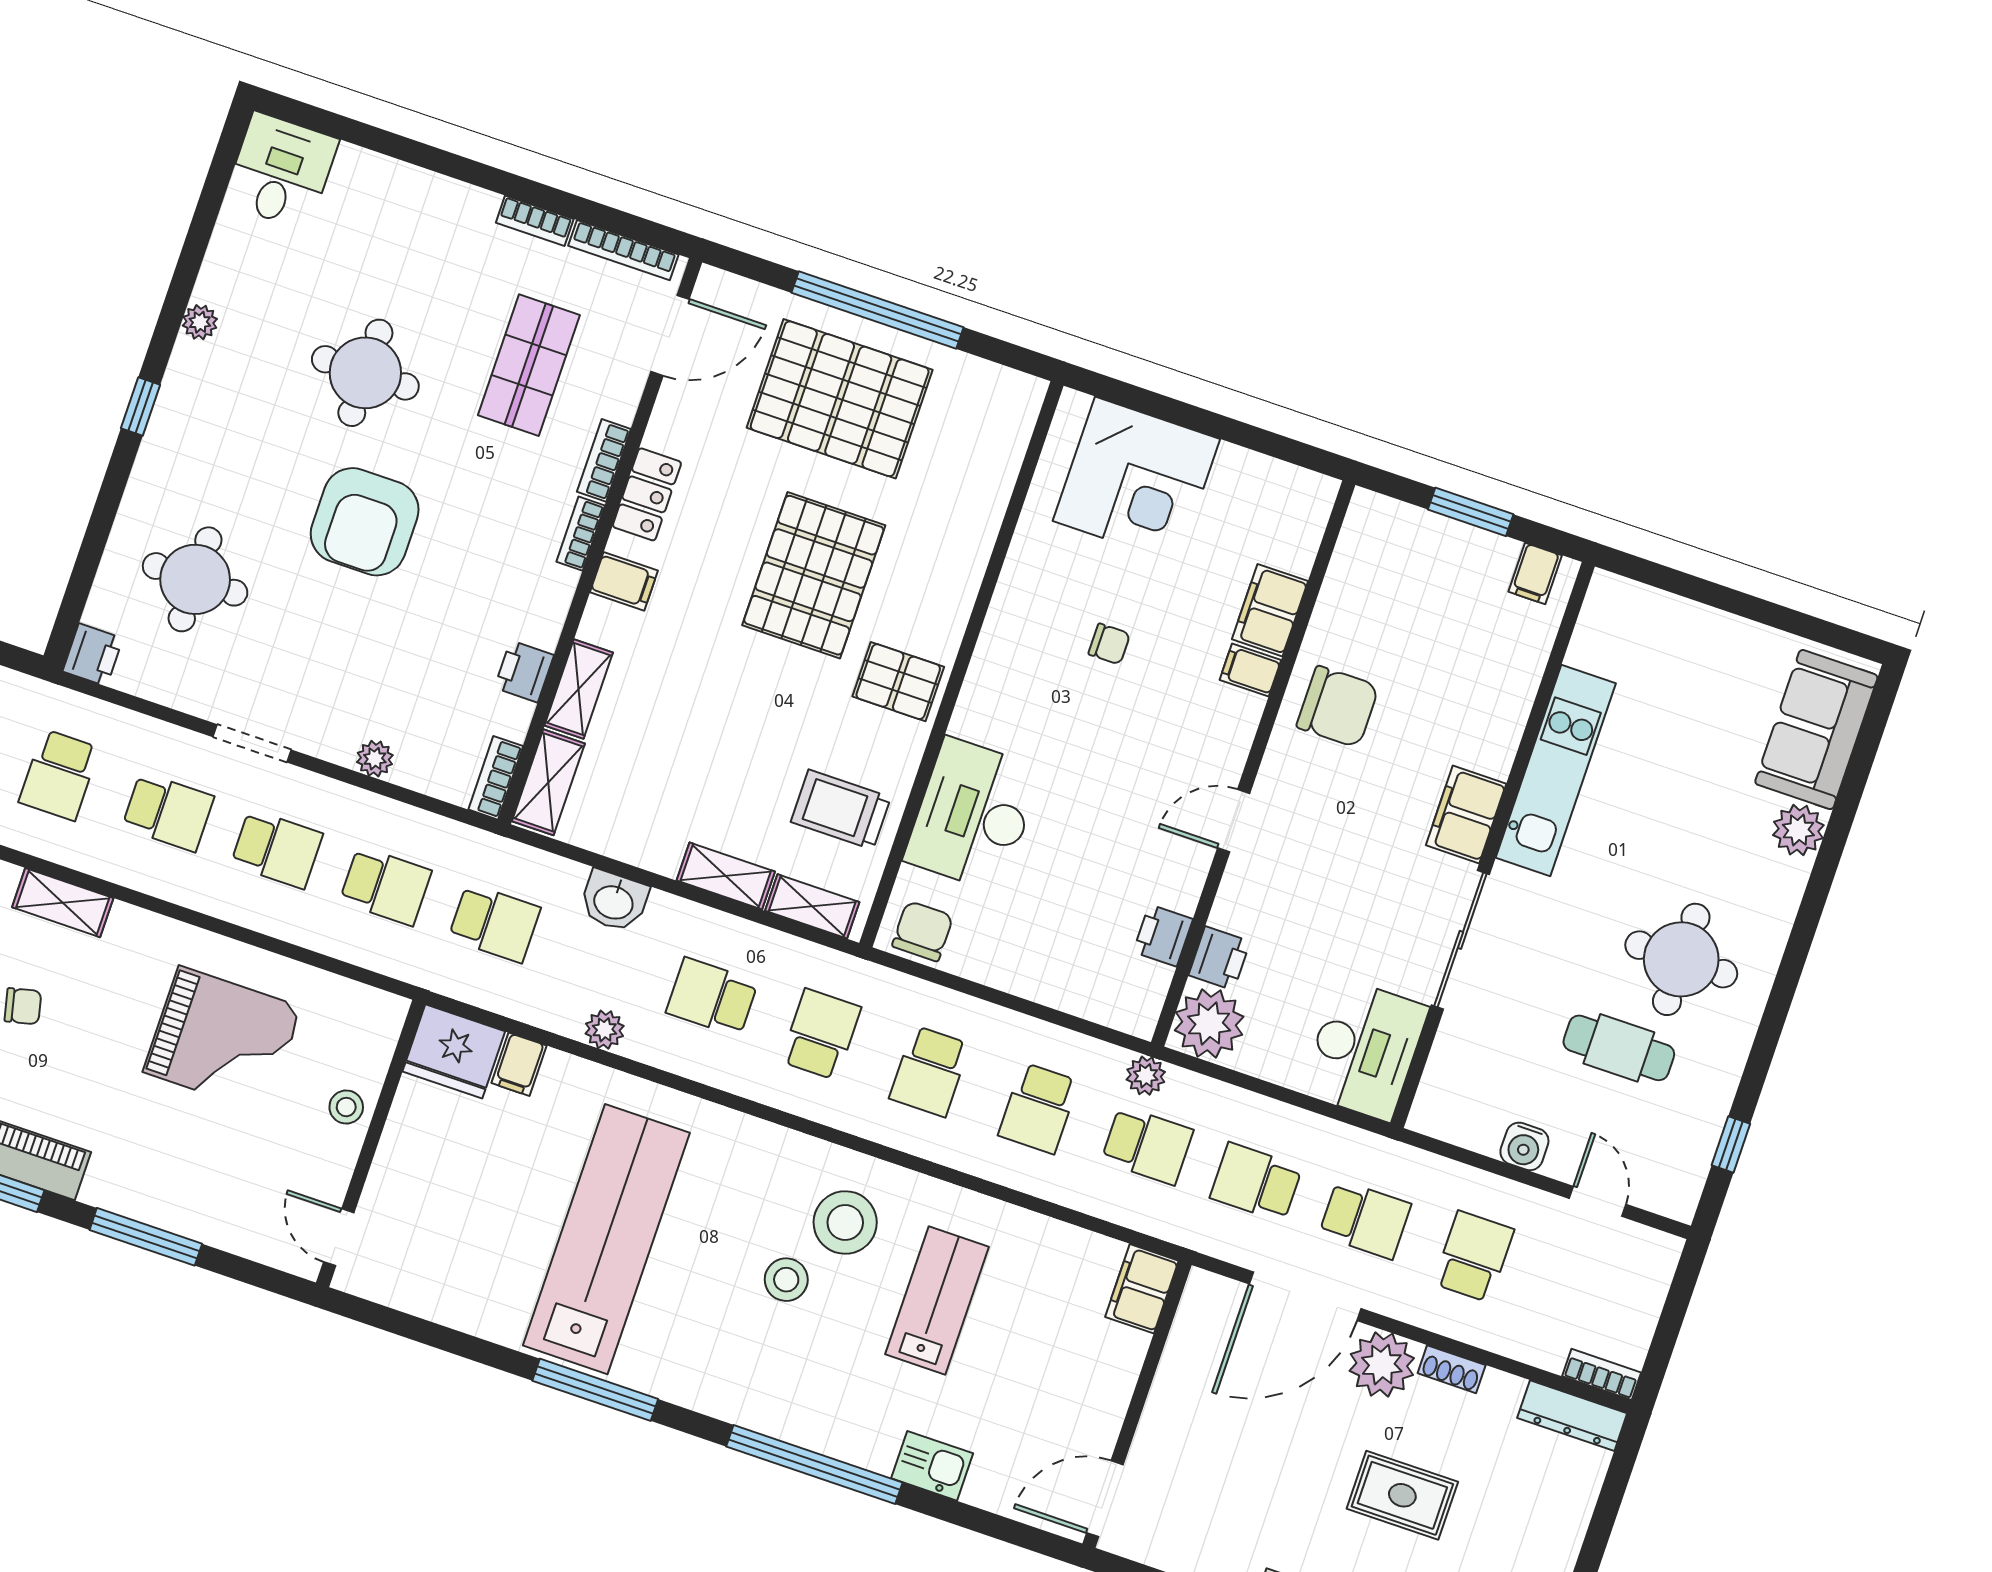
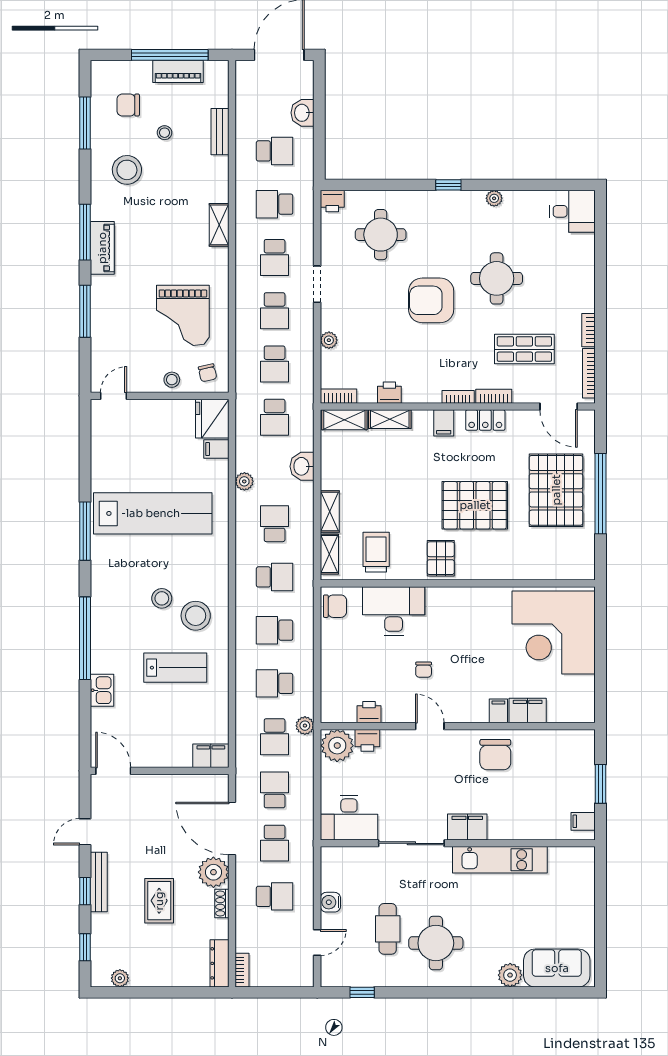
corner desk: (1136, 480) -> (554, 633), width x1.36, depth x1.36
chair: (1109, 644) -> (424, 670), moved
chair: (23, 1006) -> (207, 373), moved

